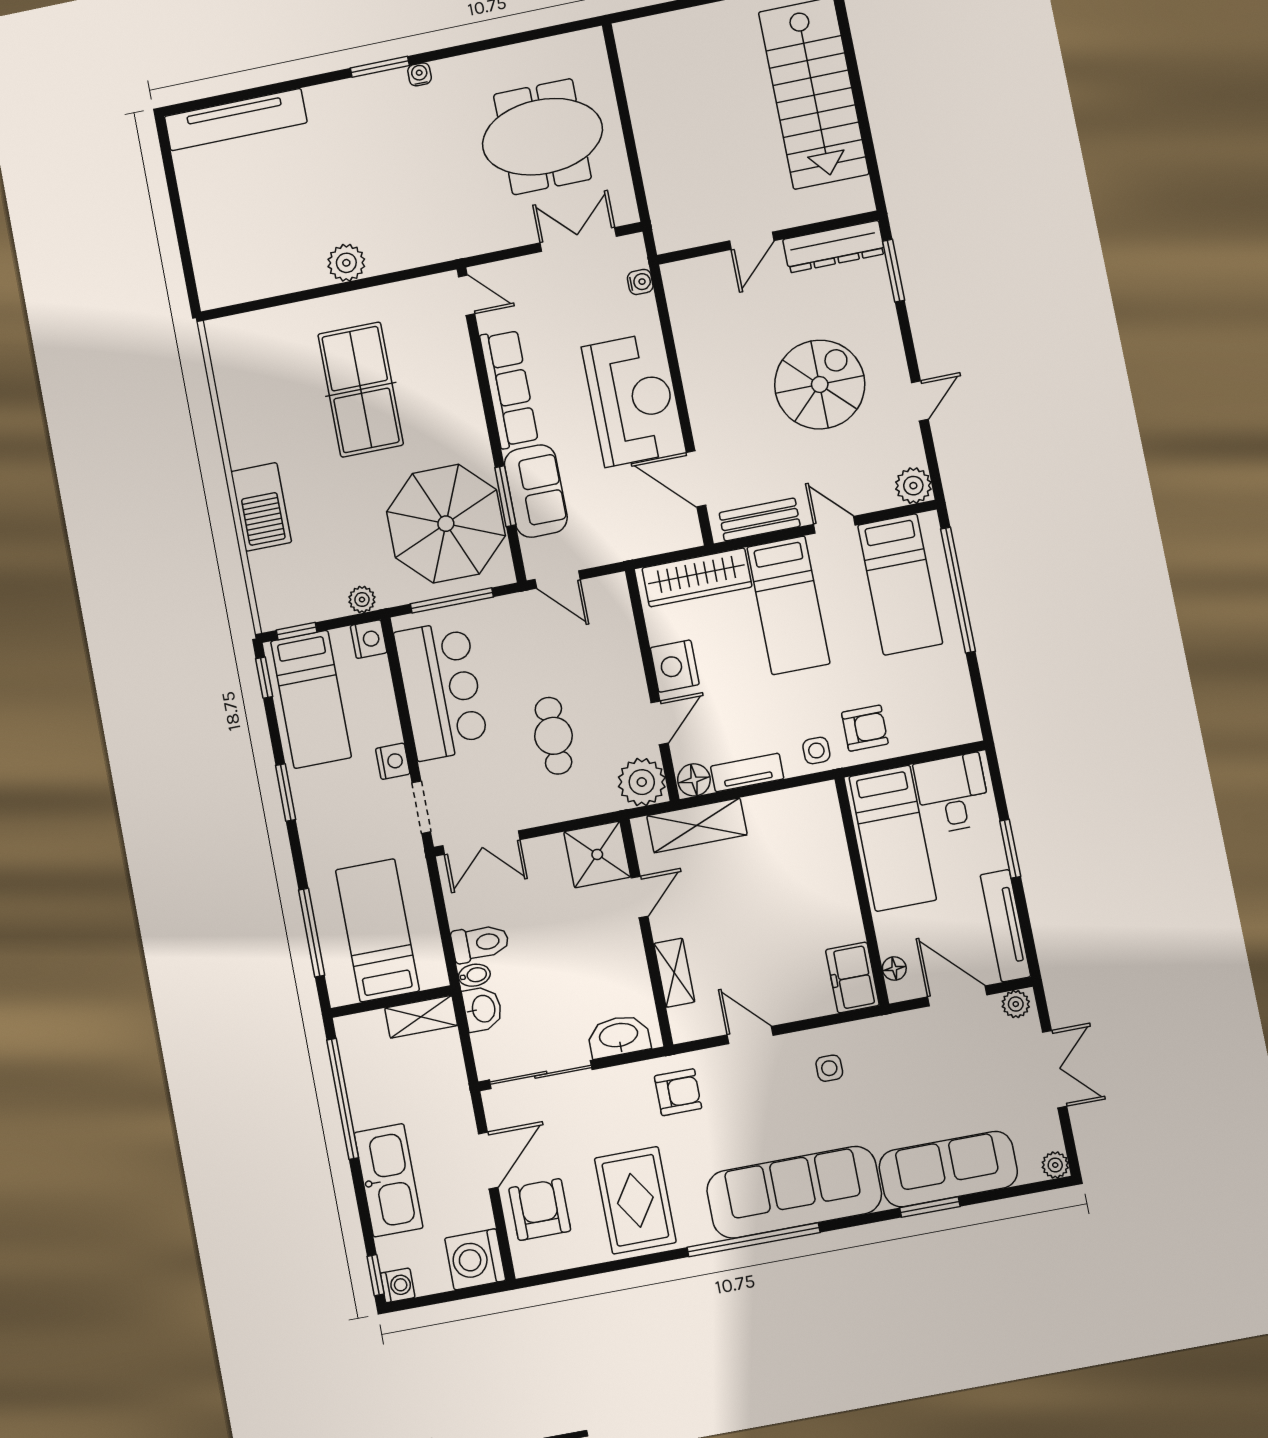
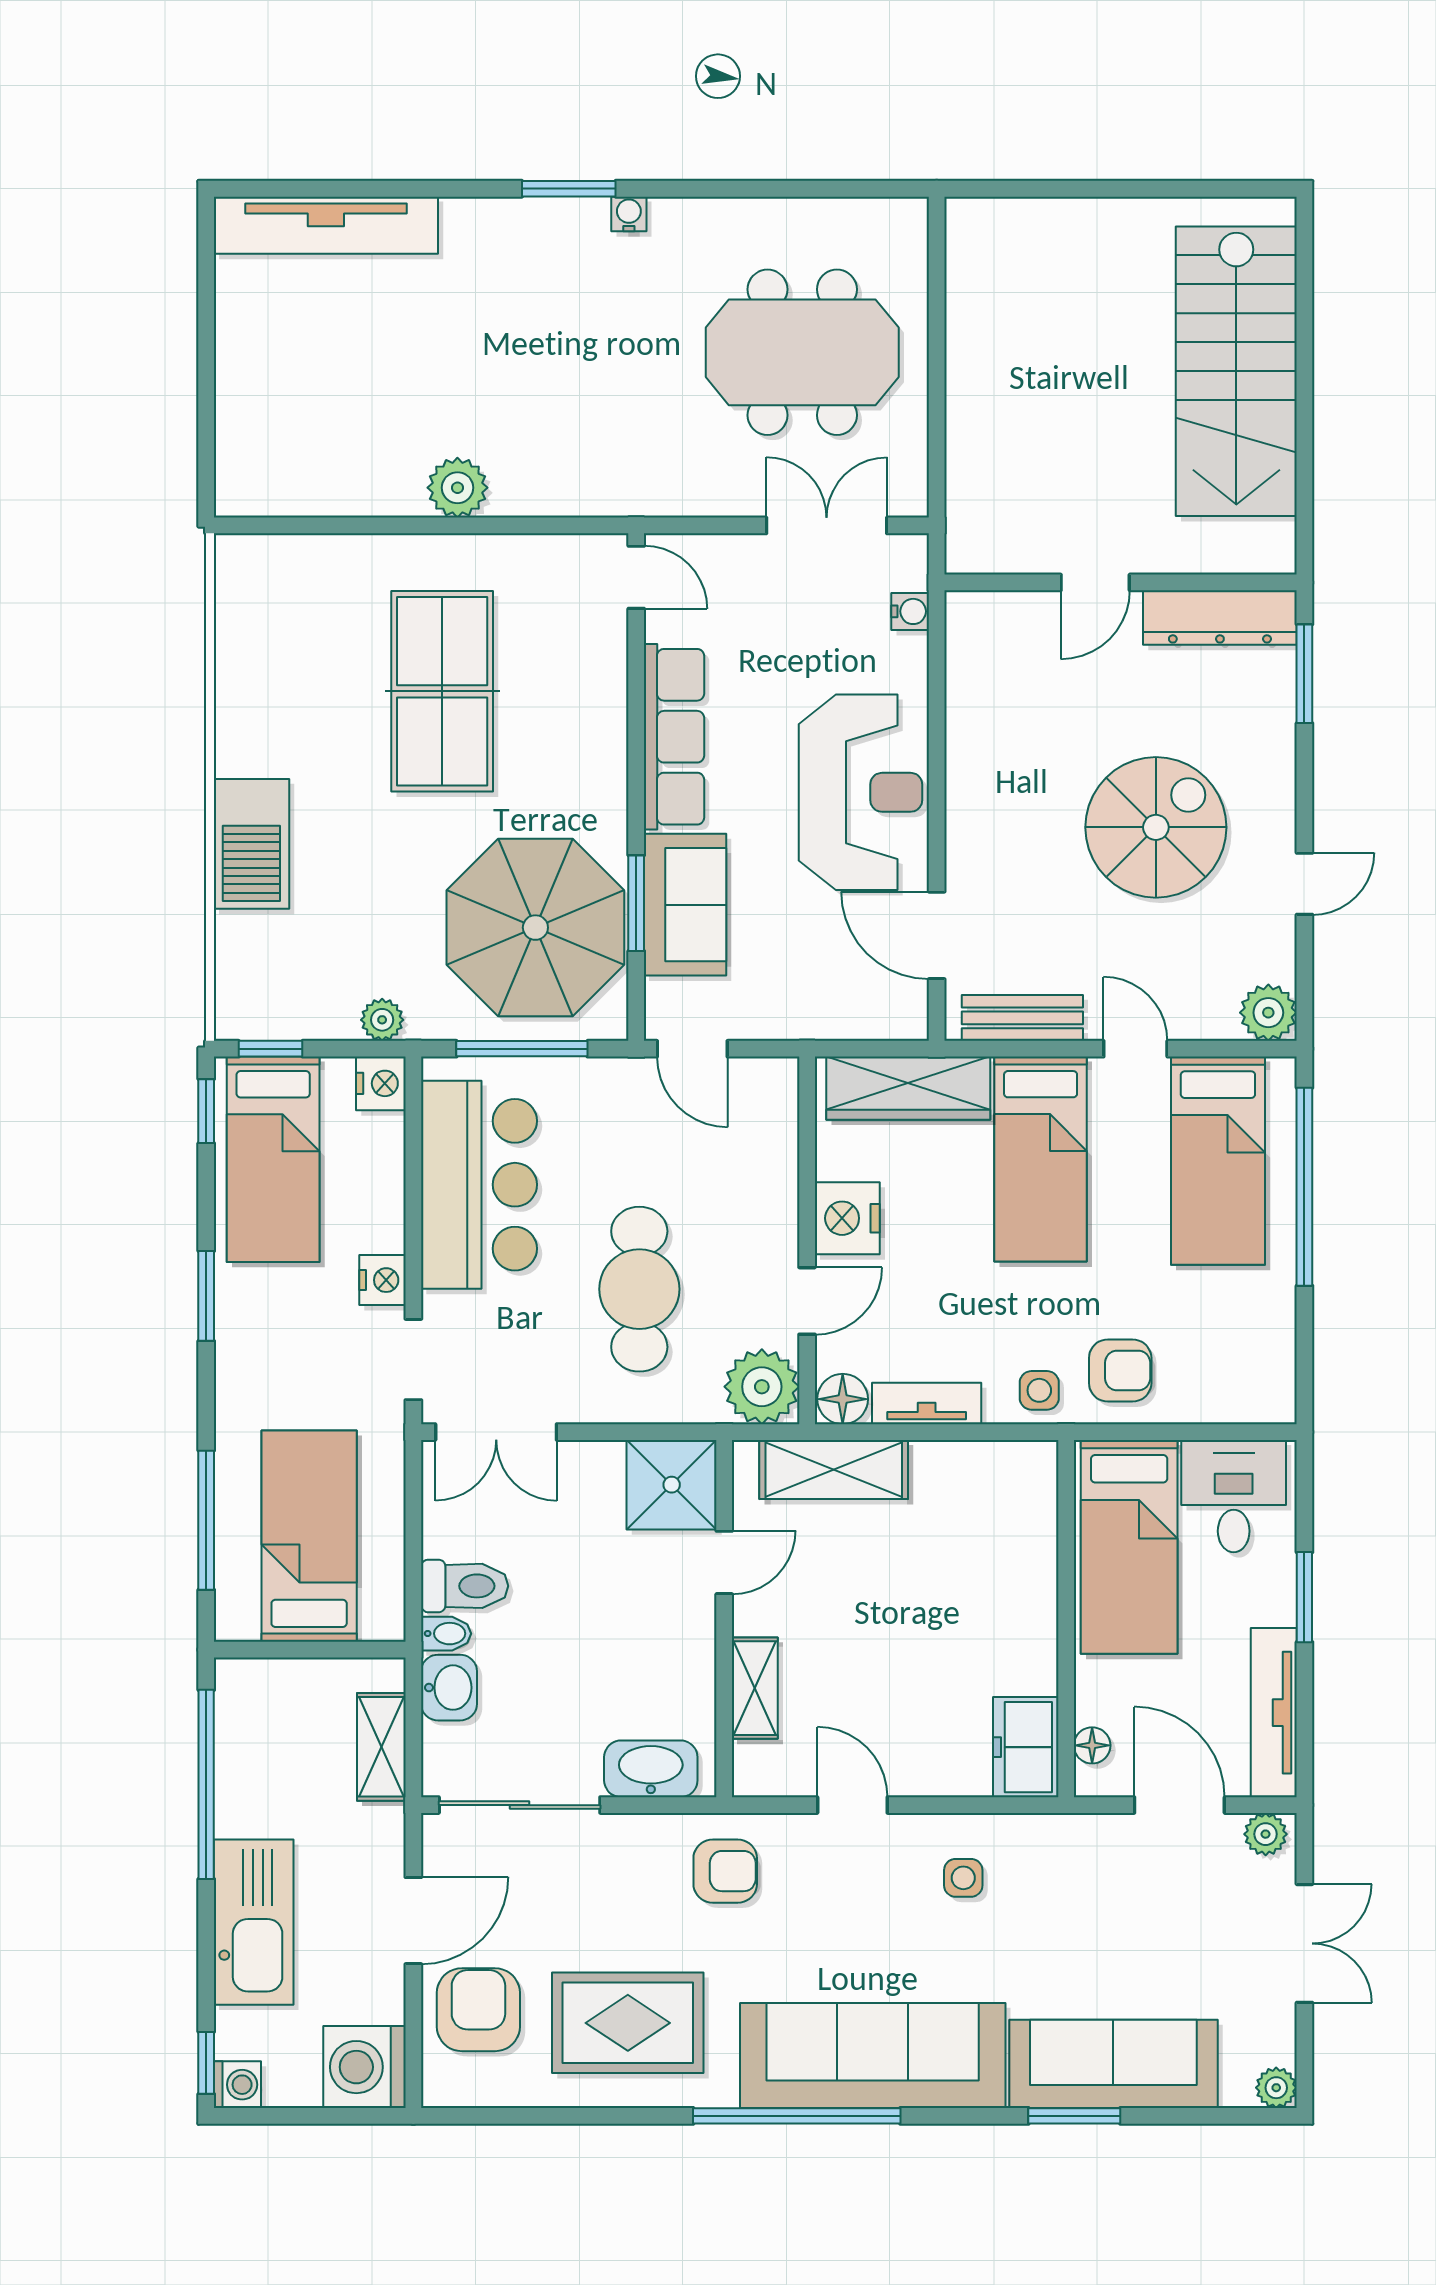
cafe table: (553, 736) -> (639, 1289), width x1.37, depth x1.35
shelving: (421, 1017) -> (381, 1747), moved, turned 90
rug: (635, 1200) -> (628, 2023), turned 90

